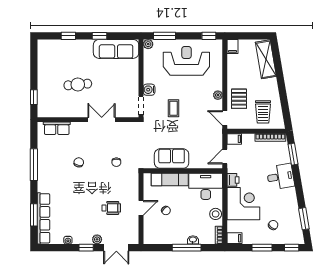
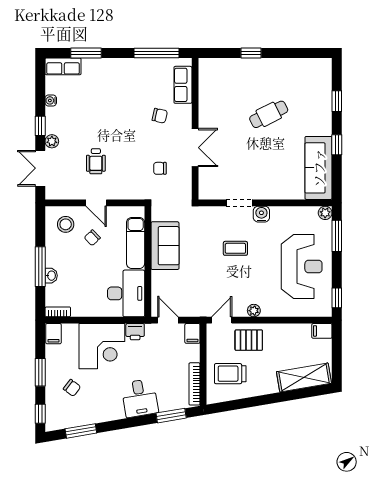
cafe table: (78, 84) -> (269, 114), turned 68
wall: (88, 120) -> (195, 129), moved
double door: (102, 120) -> (195, 148), moved
row of seats: (57, 128) -> (183, 85), moved
stool: (216, 214) -> (66, 224), moved
row of seats: (44, 218) -> (63, 66), width x0.50

